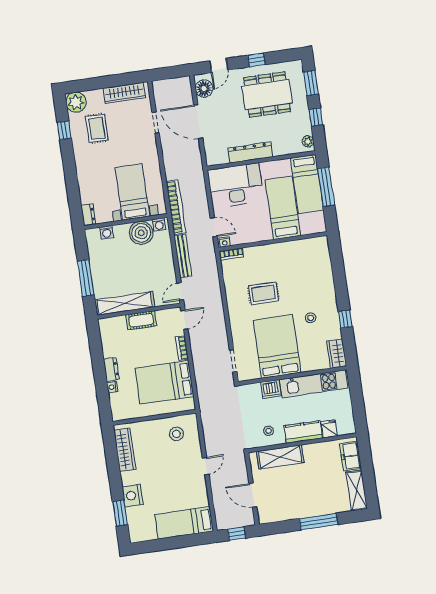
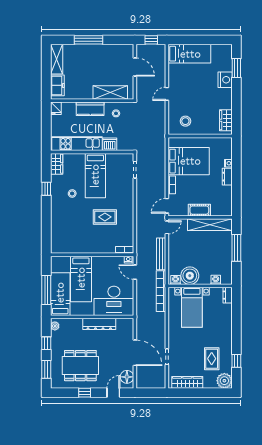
bed: (277, 346) -> (95, 176), width x0.67
fridge: (329, 429) -> (56, 108), moved
wardrobe: (125, 450) -> (226, 120), width x0.67

